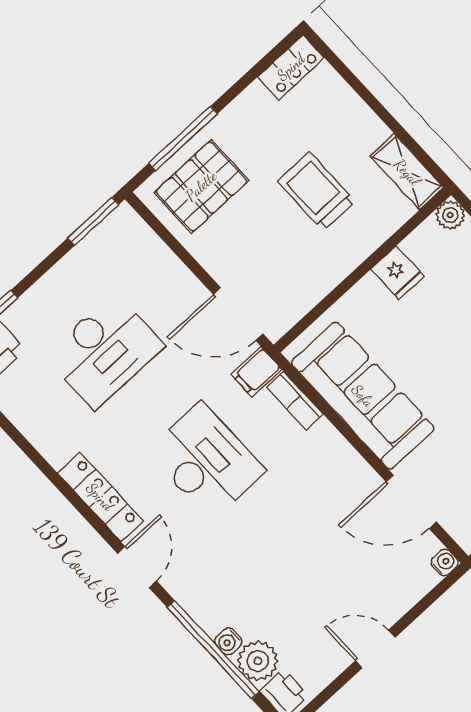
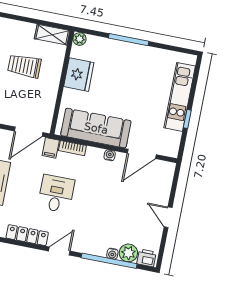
fridge: (398, 273) -> (79, 75), width x1.88, depth x1.34
desk: (206, 461) -> (56, 194), width x0.73
water cooler: (445, 562) -> (110, 155), moved
door: (137, 567) -> (59, 251), hinge flipped
door: (375, 649) -> (168, 217), hinge flipped

